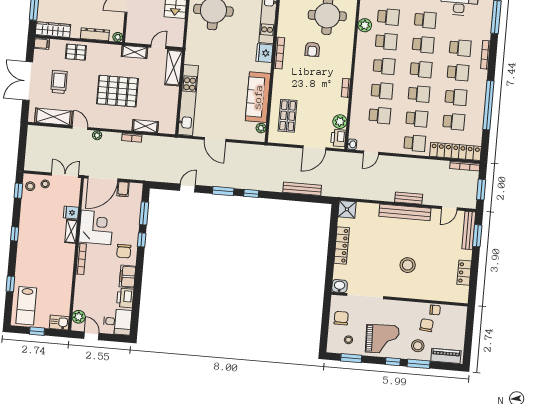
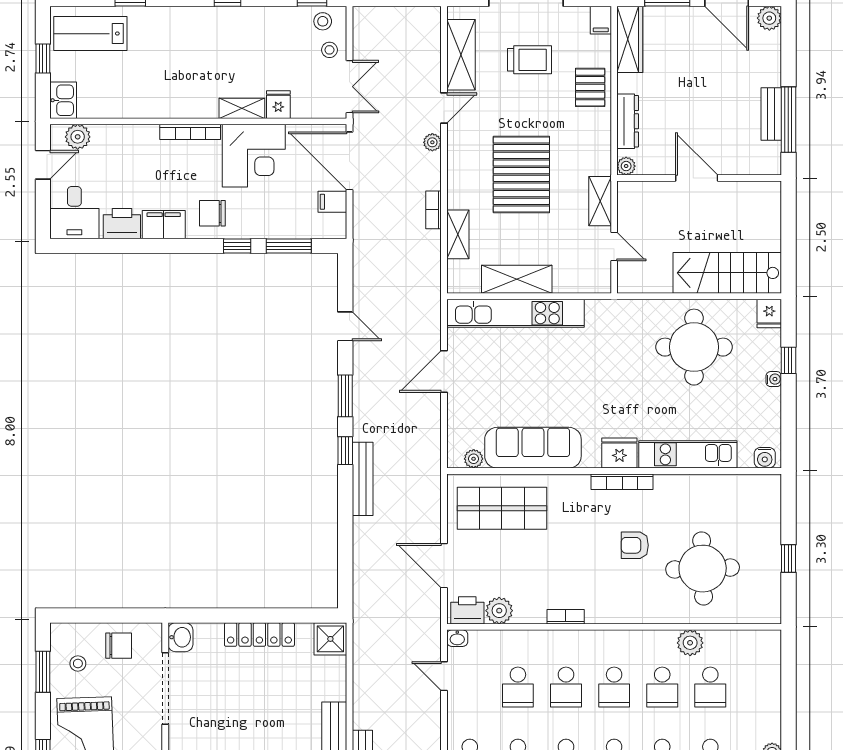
shelving: (174, 68) -> (517, 279), moved
shop shelf: (288, 116) -> (502, 508), width x1.43, depth x1.36
bench: (302, 189) -> (363, 479), moved

